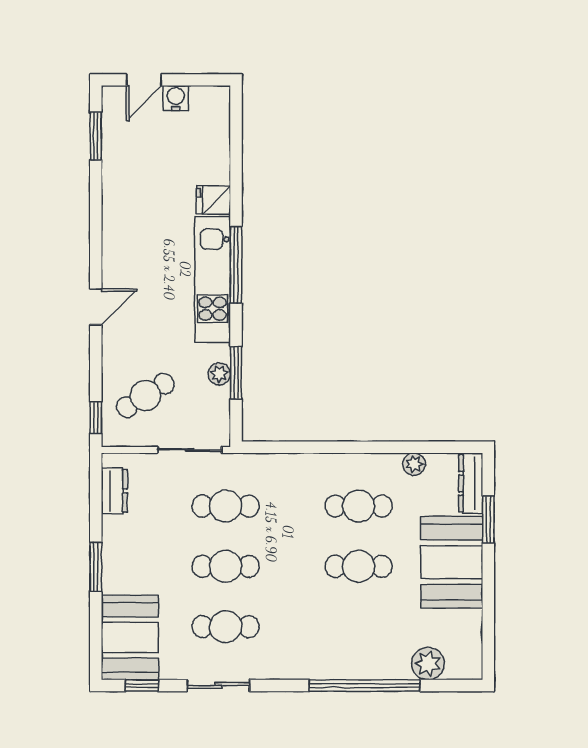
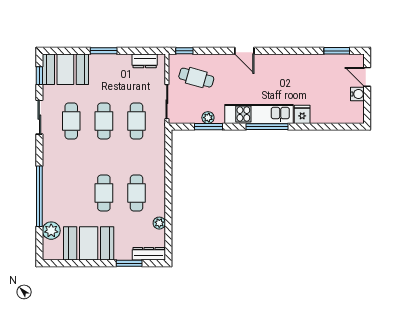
cafe table: (145, 396) -> (196, 78), turned -42
booth: (452, 562) -> (89, 243), moved

